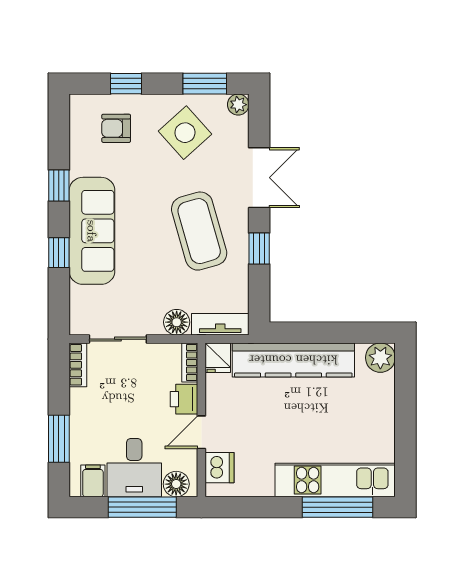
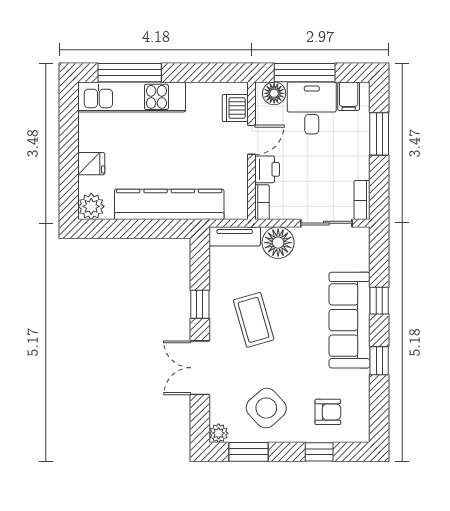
coffee table: (199, 231) -> (254, 320), width x0.73, depth x0.76
floor lamp: (177, 322) -> (278, 243), width x1.38, depth x1.38
fridge: (218, 358) -> (91, 164), moved, turned 90

